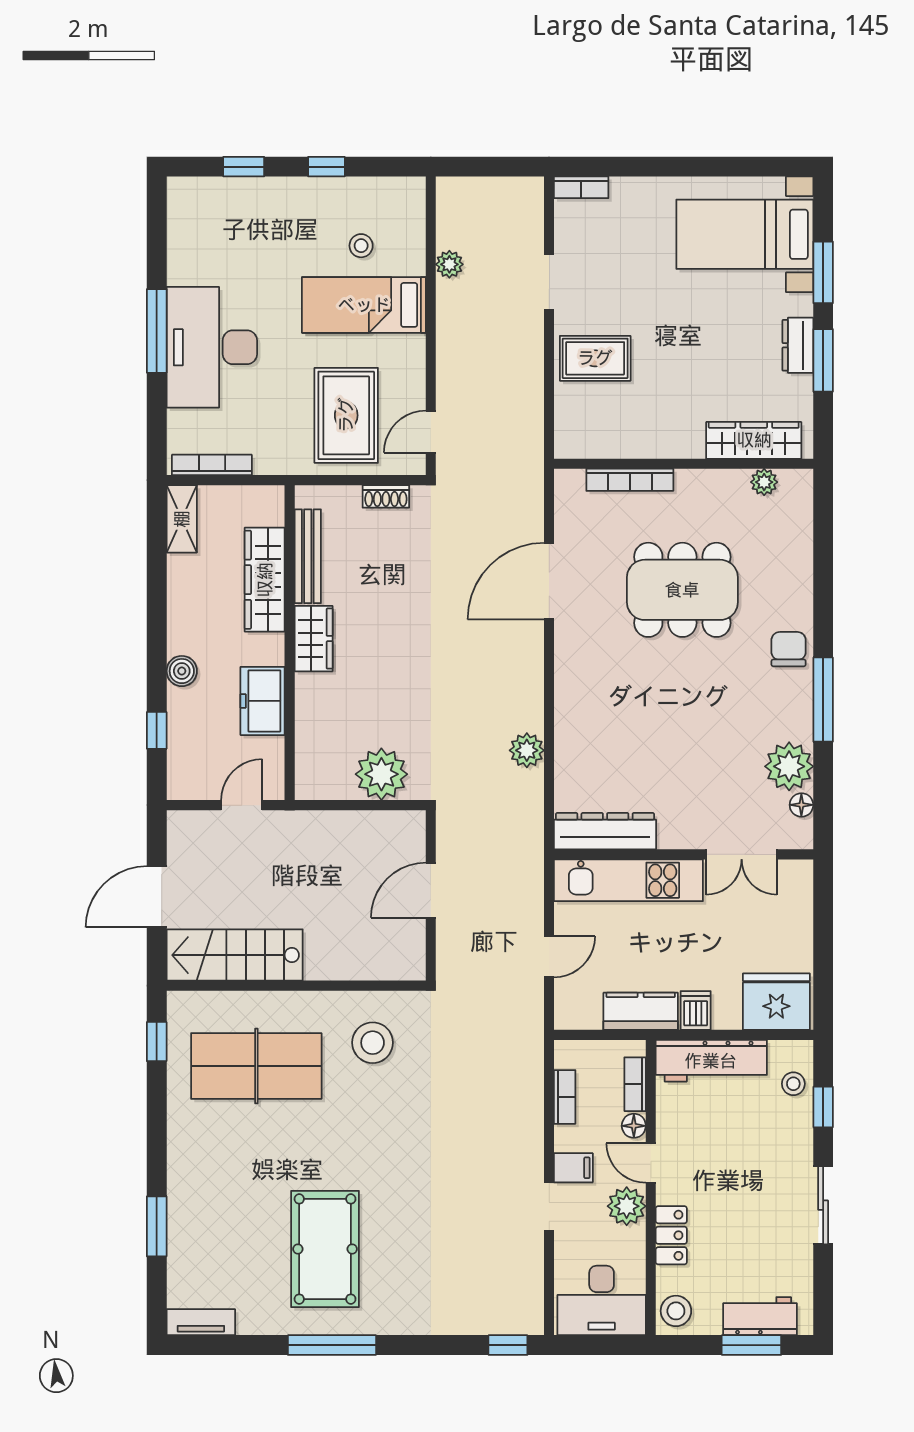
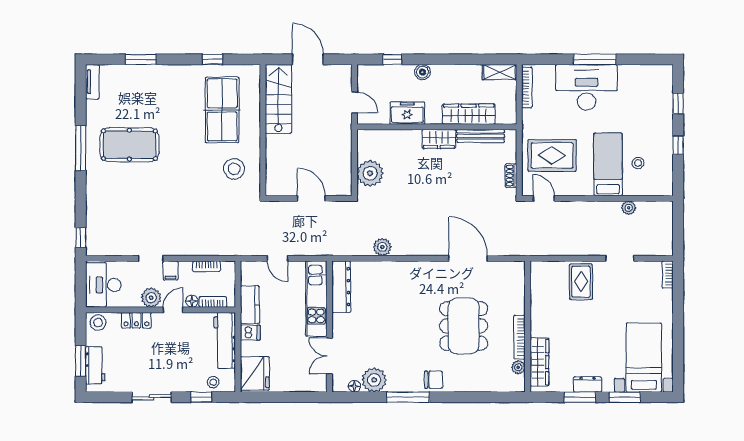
bookcase: (630, 480) -> (519, 337), moved
window: (157, 1042) -> (213, 59), moved

